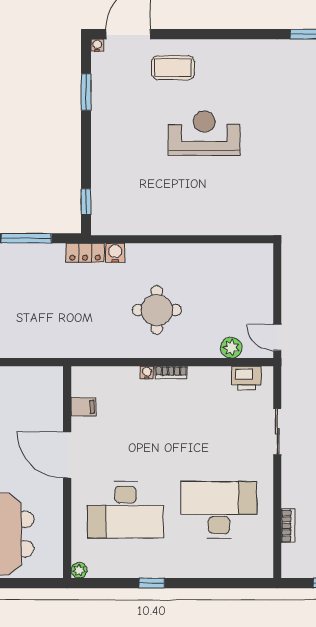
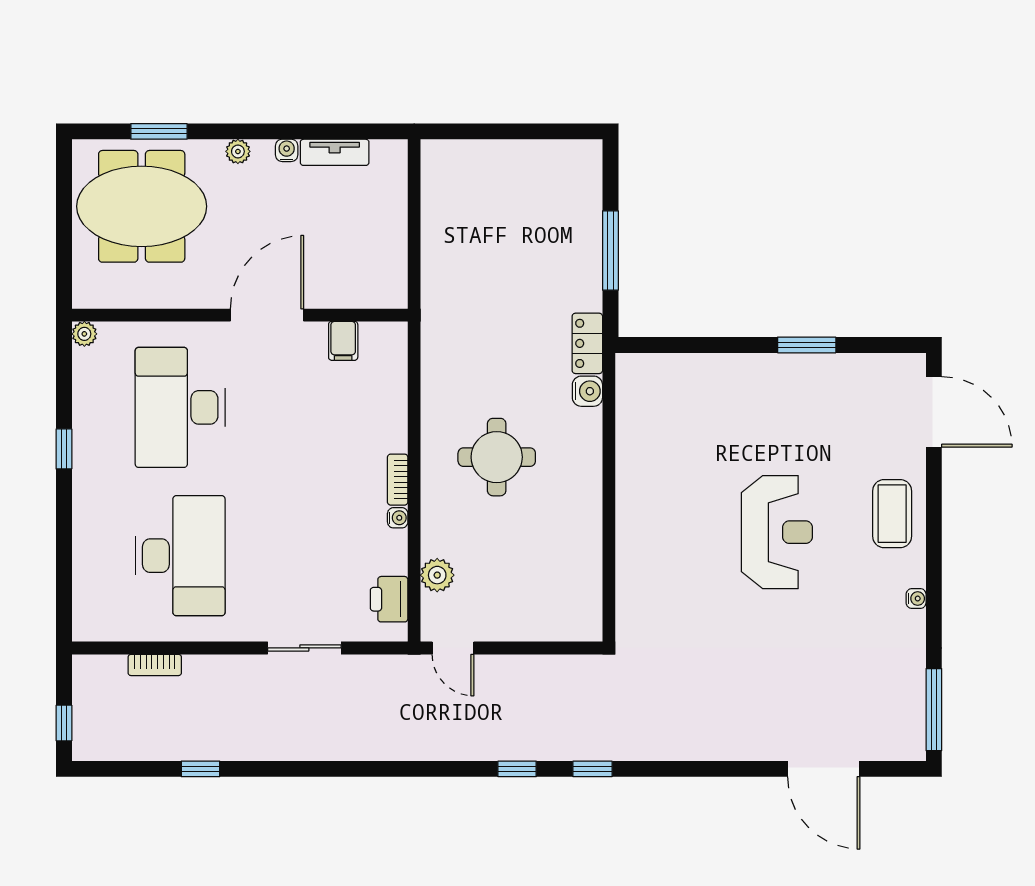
water cooler: (97, 45) -> (916, 599), moved
coffee table: (173, 68) -> (892, 514), moved
window: (86, 92) -> (807, 345), moved
window: (86, 201) -> (669, 345), removed
door: (277, 338) -> (453, 648), swing flipped
water cooler: (147, 373) -> (398, 518), moved

